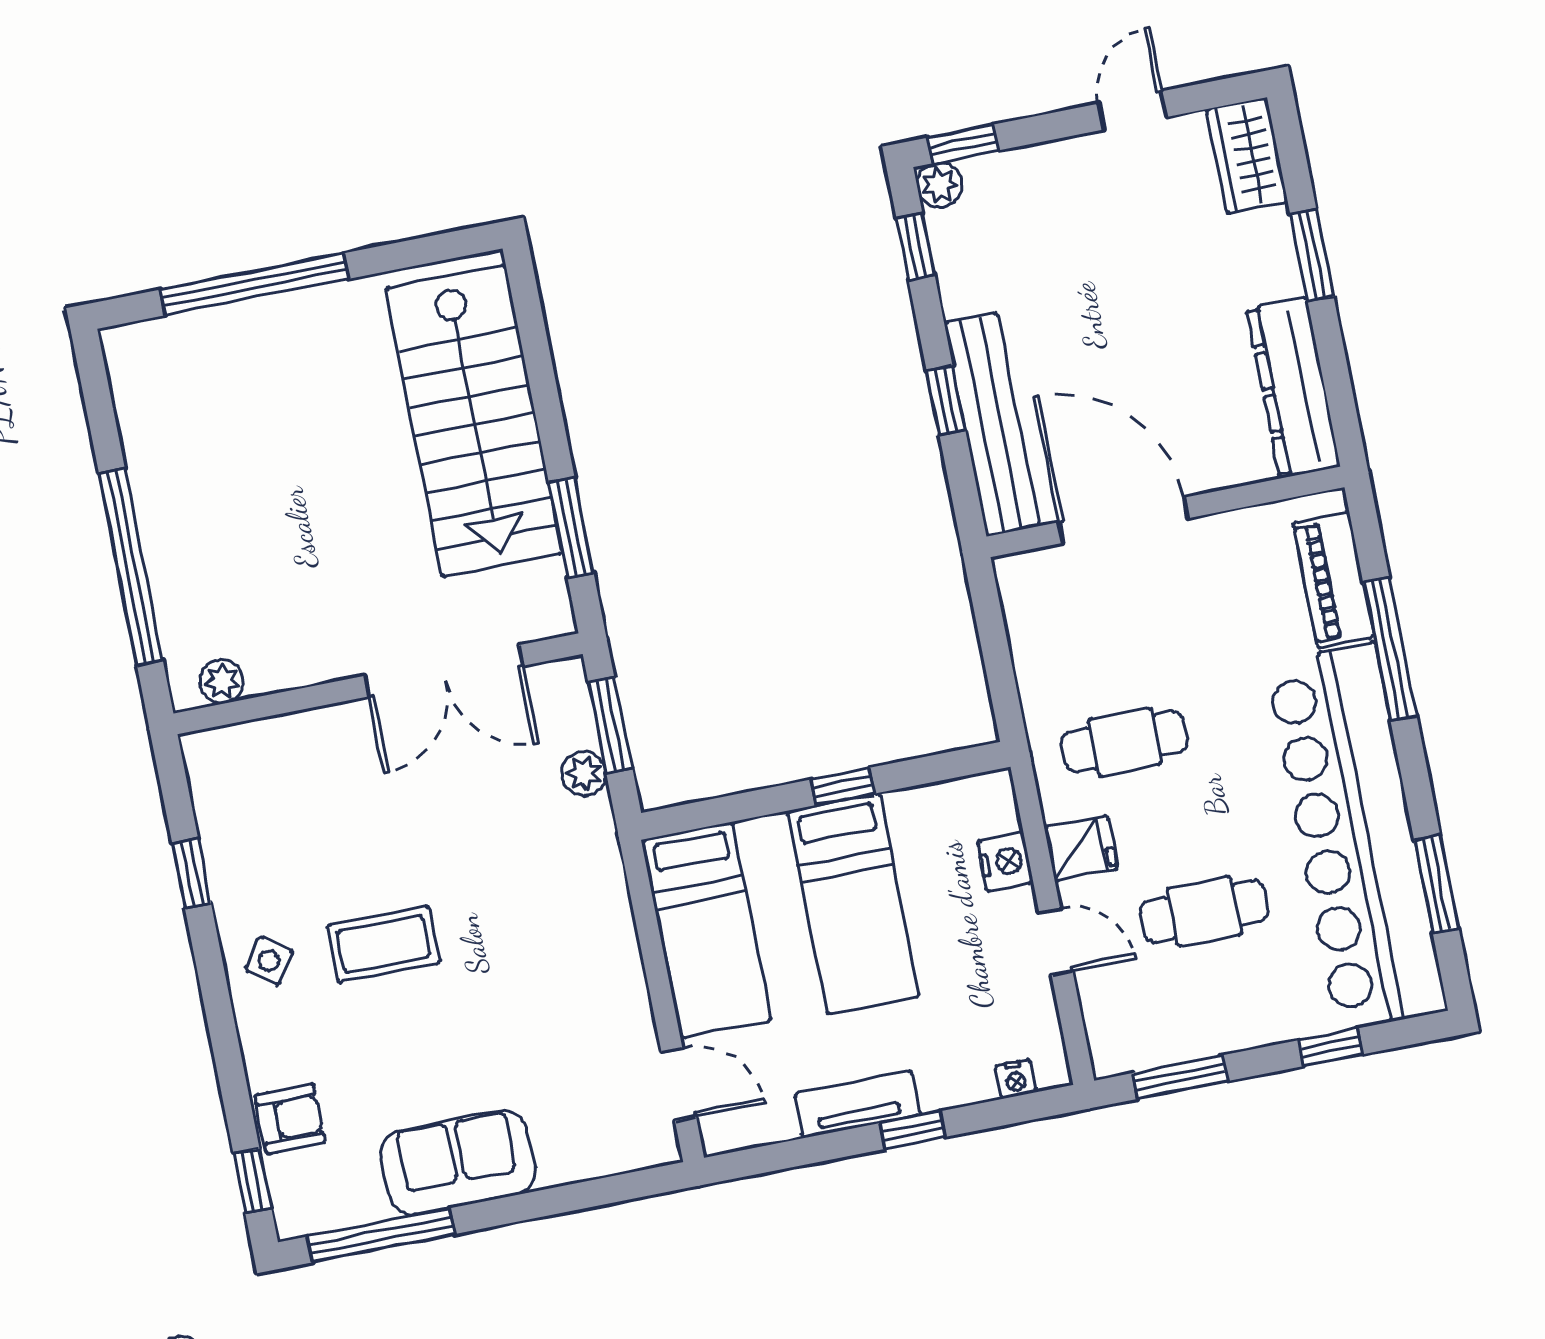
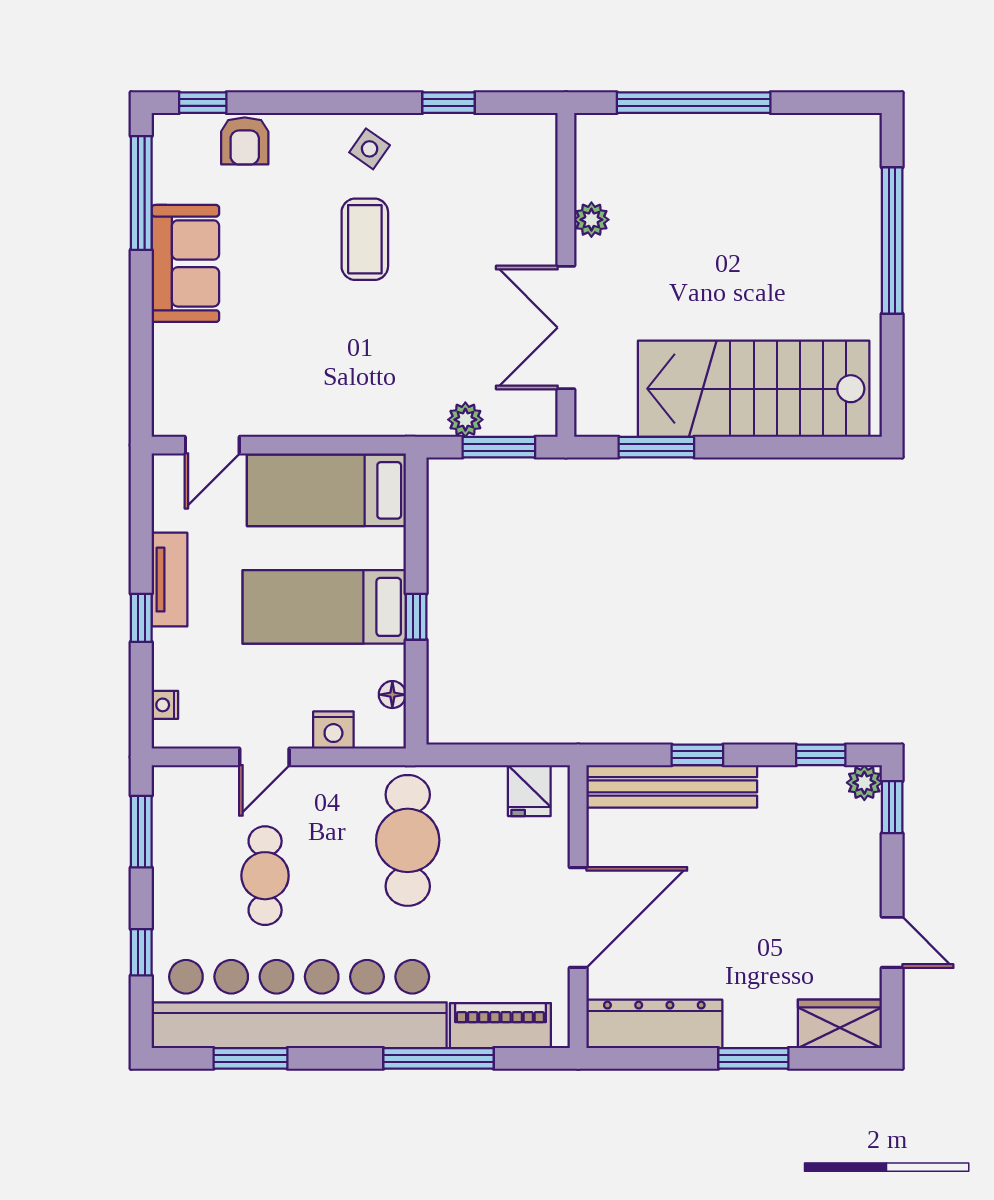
door: (1123, 520) -> (578, 917), moved
plant: (222, 682) -> (591, 220), moved
cafe table: (1125, 742) -> (408, 840), width x1.37, depth x1.35
floor lamp: (946, 797) -> (392, 695), added
fridge: (1081, 848) -> (529, 791), moved

